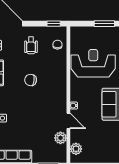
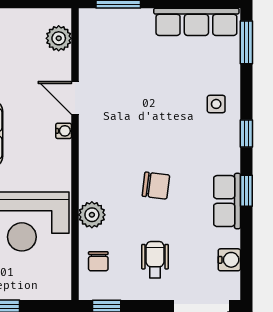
plant: (60, 138) -> (92, 215), moved

